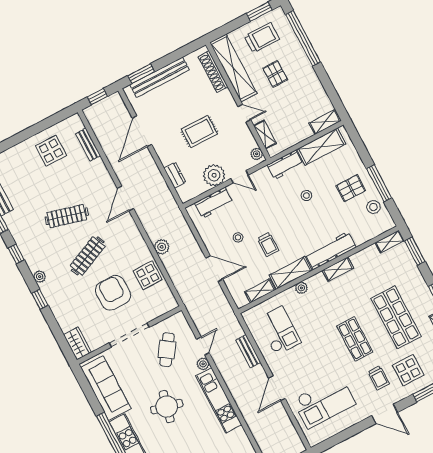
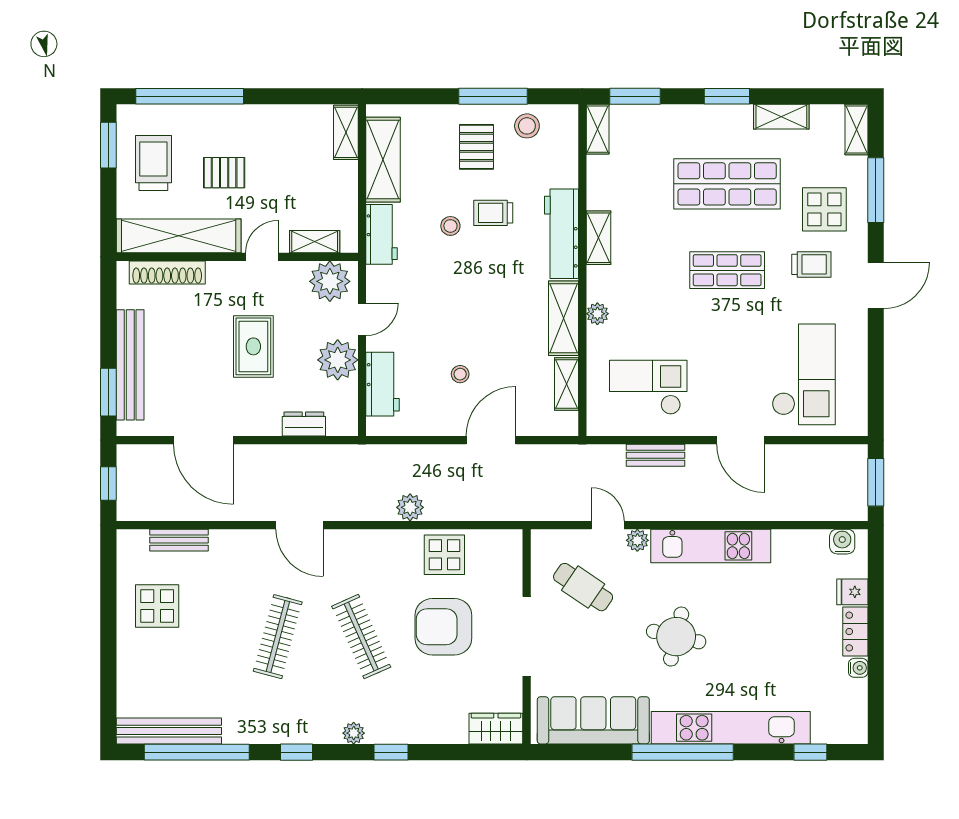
plant: (257, 154) -> (330, 281), width x1.87, depth x1.87
trolley: (268, 244) -> (493, 213), moved, turned 180

